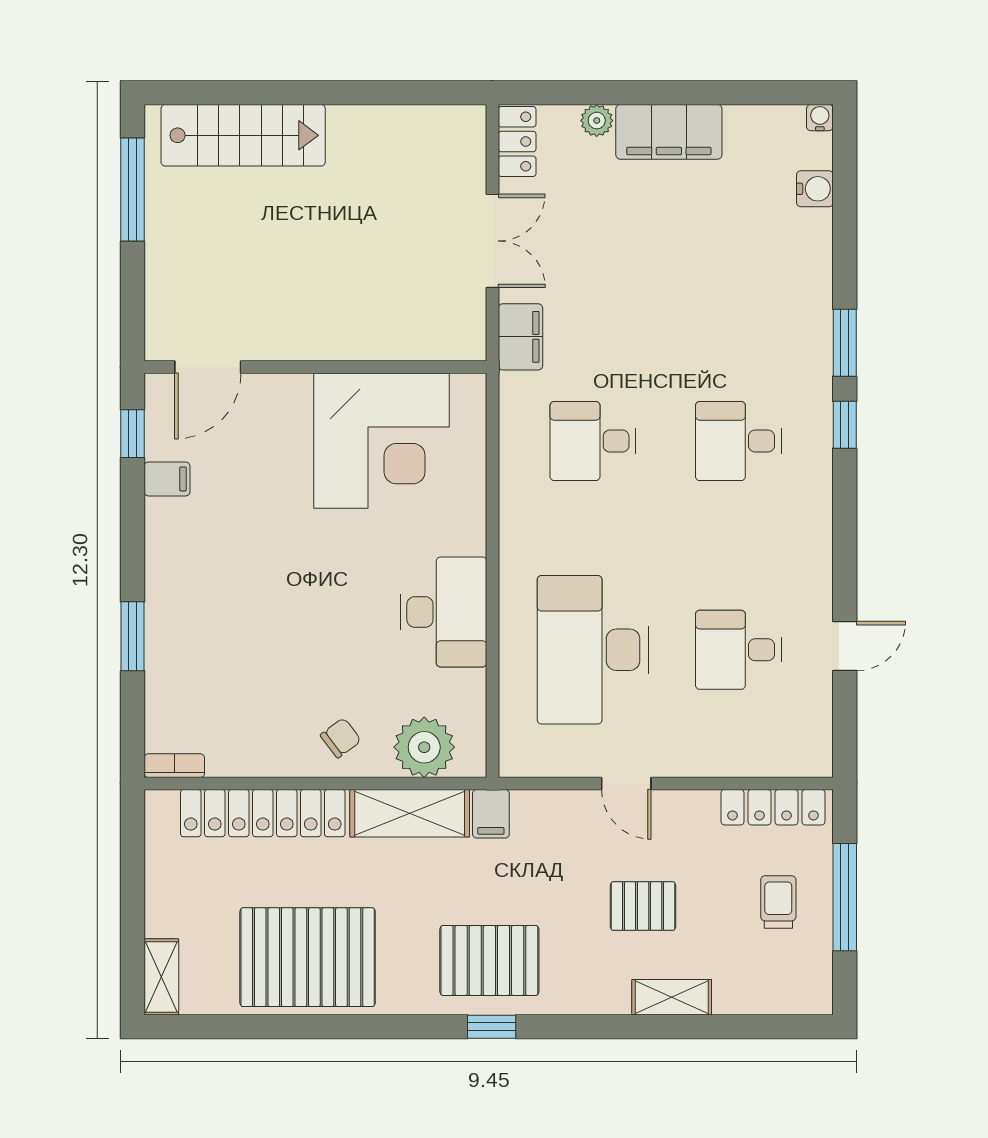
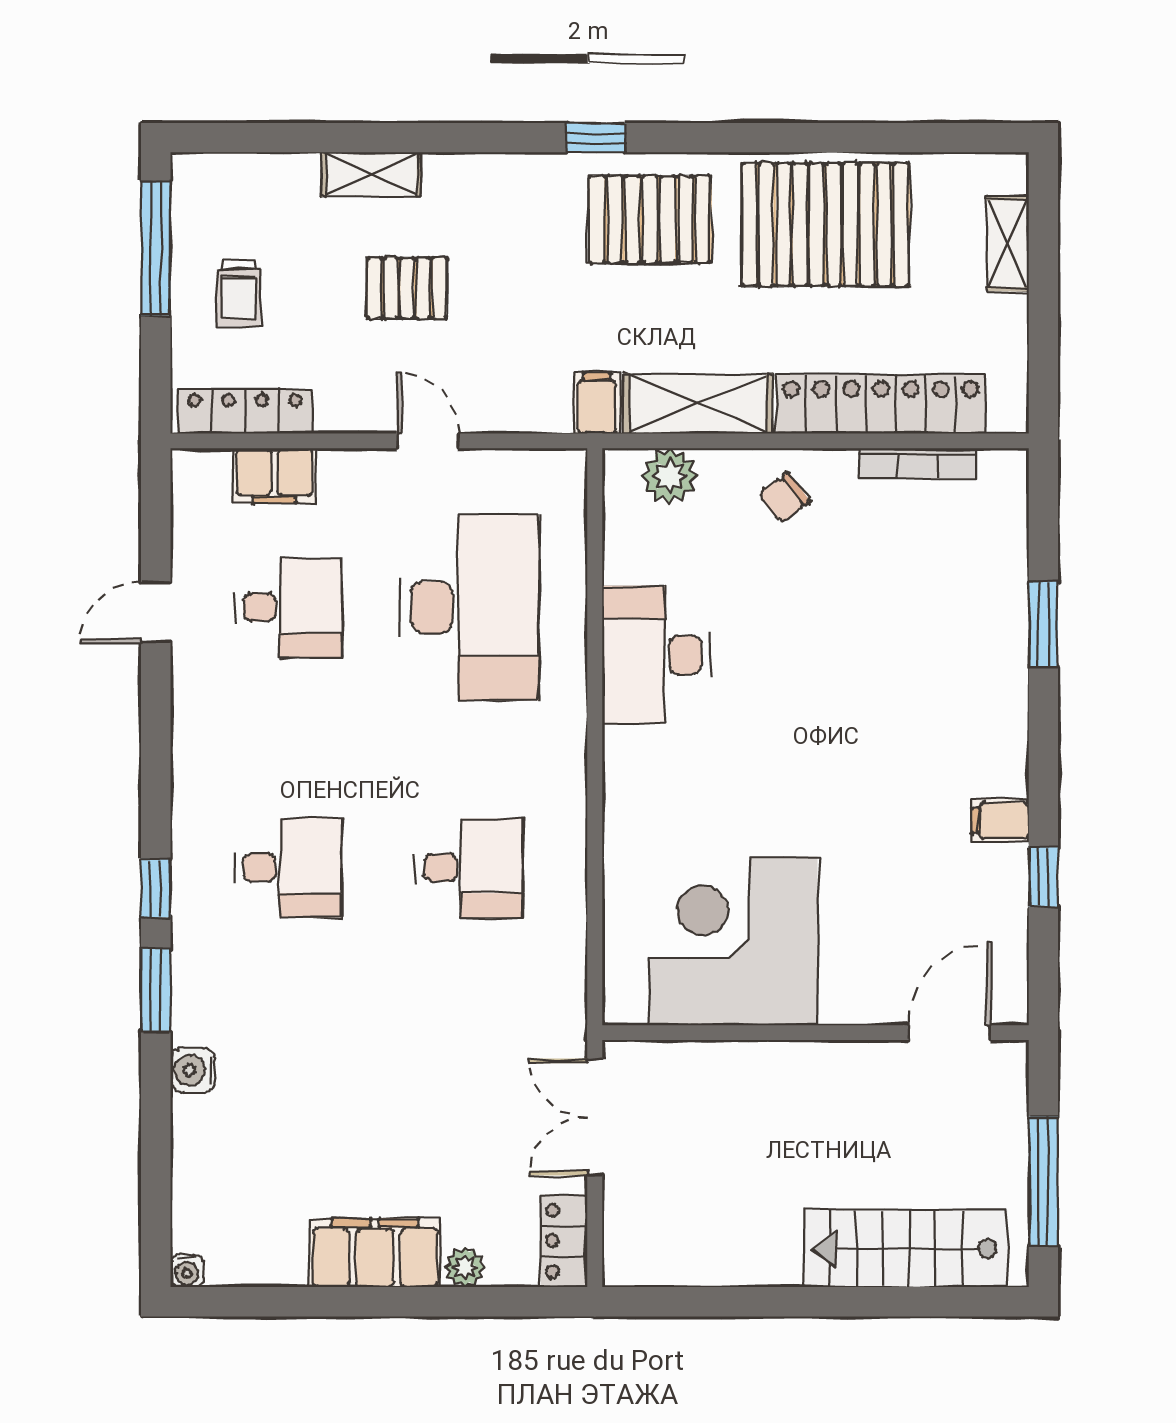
water cooler: (815, 189) -> (193, 1070), moved
filing cabinet: (520, 337) -> (274, 476), moved, turned -90
door: (208, 367) -> (950, 1033), moved
wall: (315, 367) -> (815, 1033), moved
corner desk: (382, 441) -> (733, 941), moved
plant: (424, 747) -> (670, 476), width x0.73, depth x0.73
bookcase: (174, 766) -> (918, 463), moved, width x1.56
window: (845, 897) -> (156, 248), moved
pallet: (489, 960) -> (650, 219), moved
shelving: (161, 977) -> (1007, 244), moved

